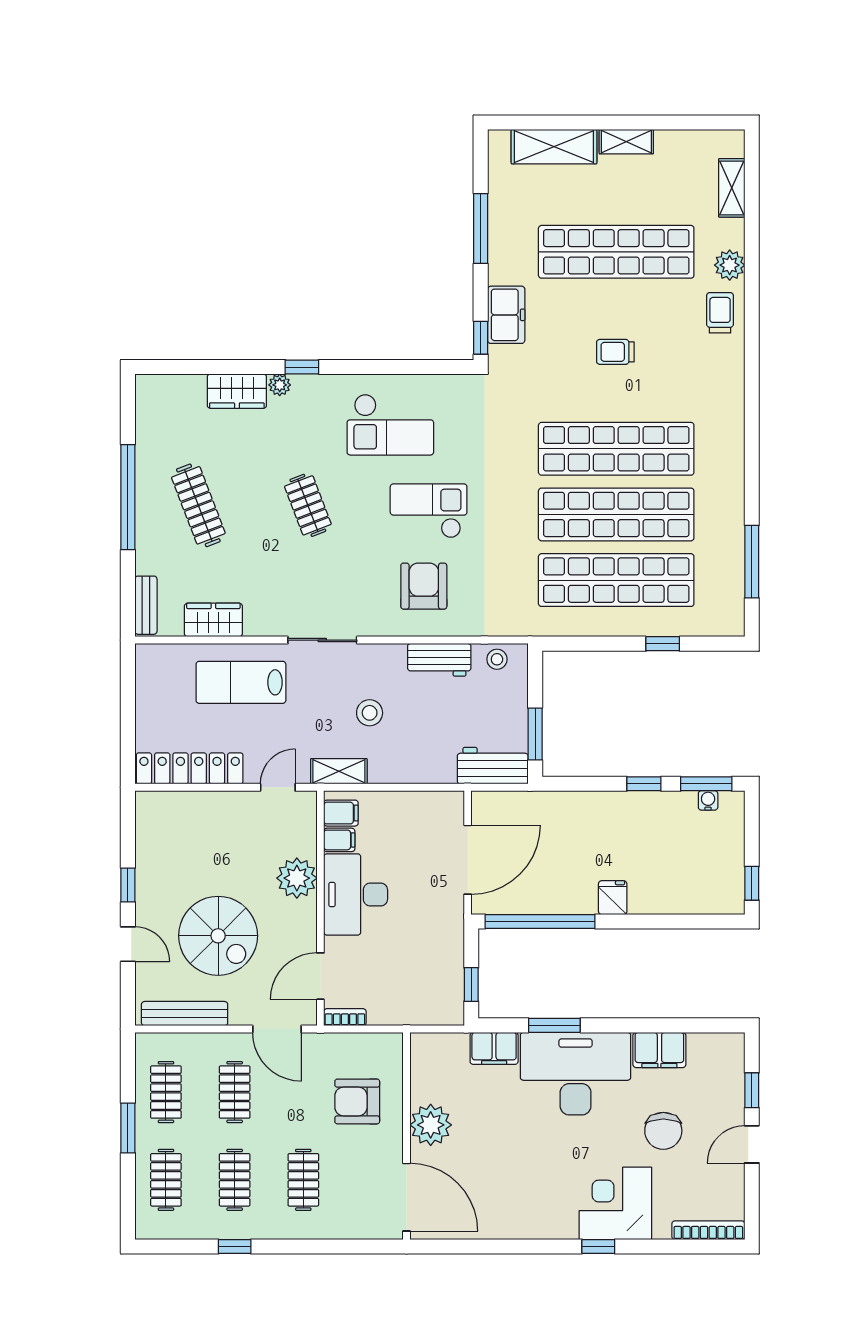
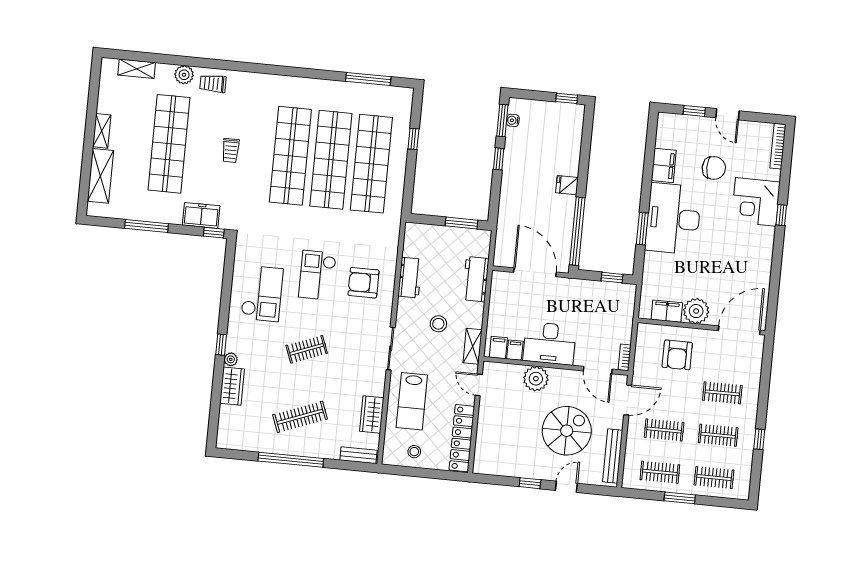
stool: (497, 659) -> (414, 452), moved
workbench: (493, 766) -> (476, 279), moved
filing cabinet: (494, 1048) -> (667, 311), moved, turned -90

